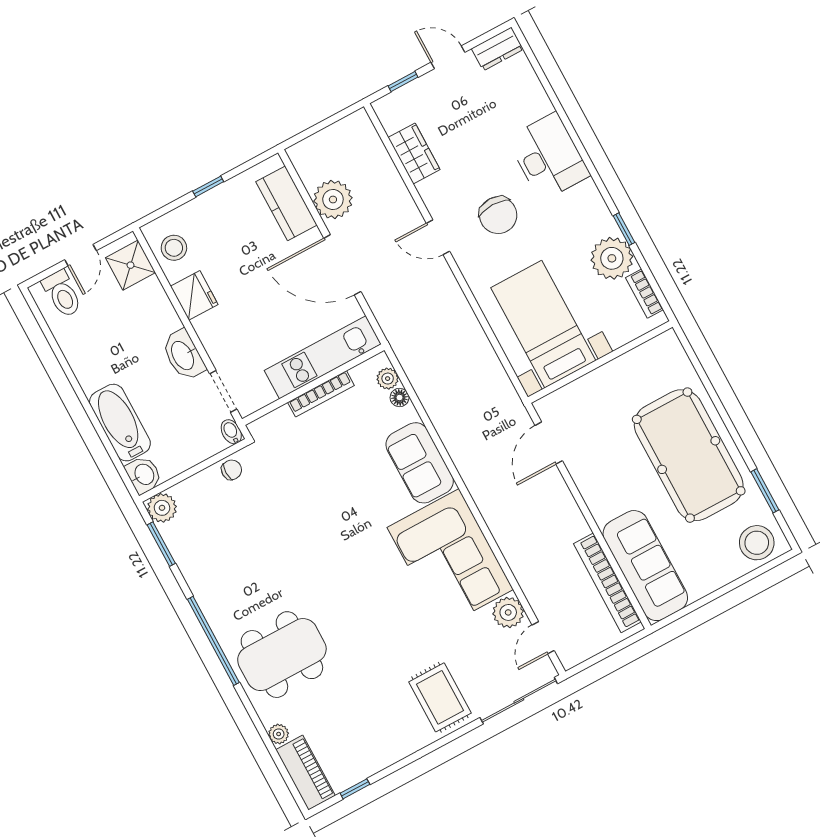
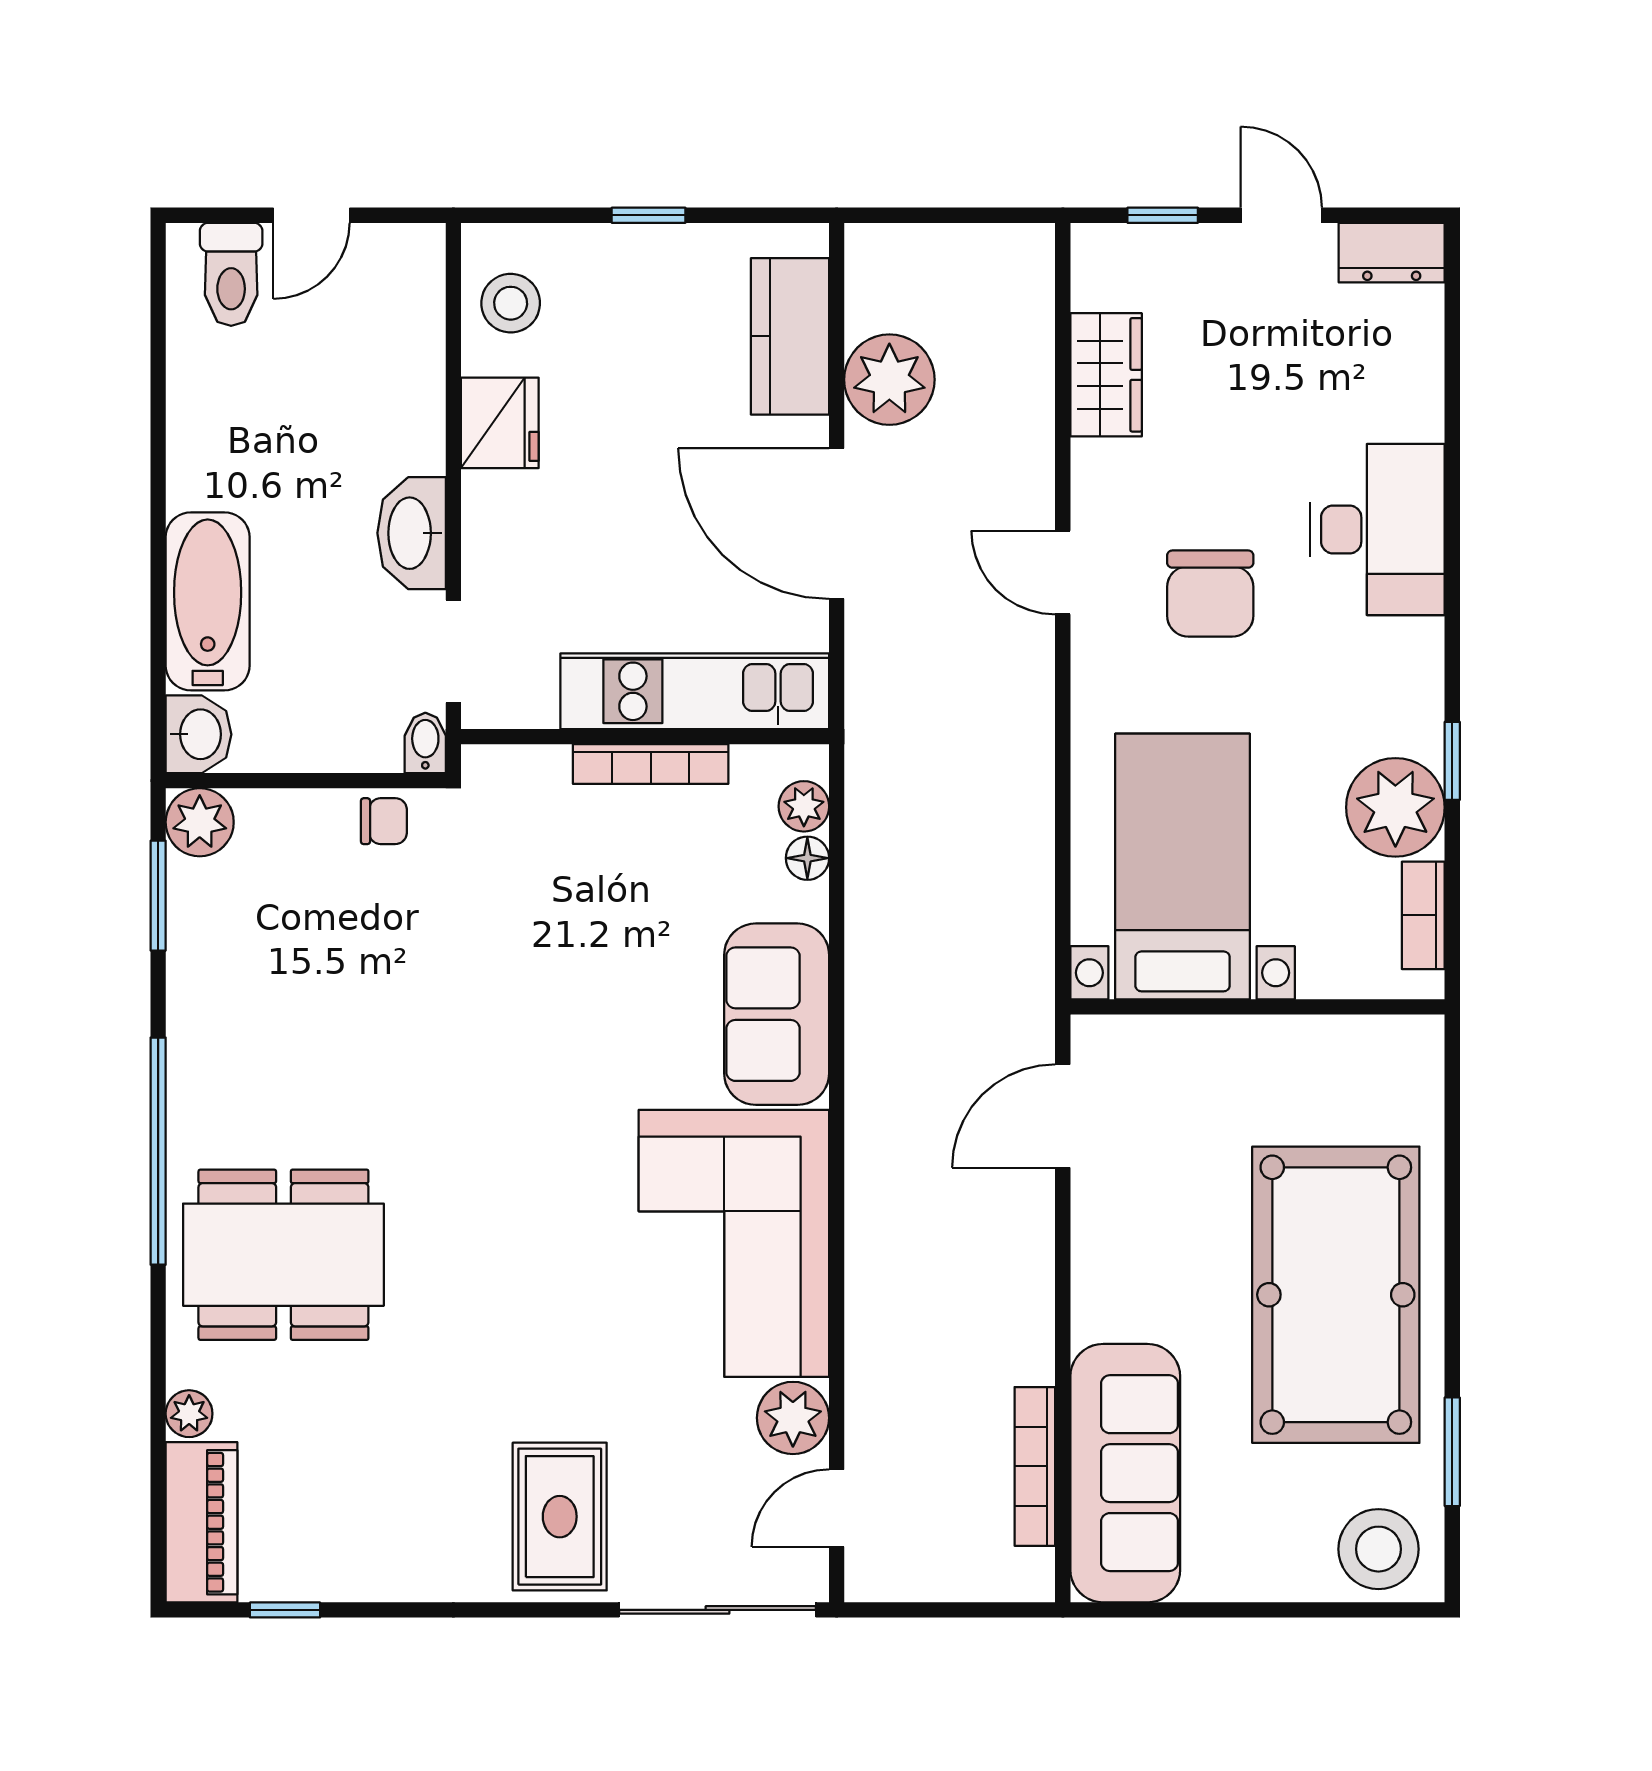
shower: (131, 265) -> (403, 291), removed
bookcase: (607, 583) -> (1035, 1466), width x0.68, depth x0.76

